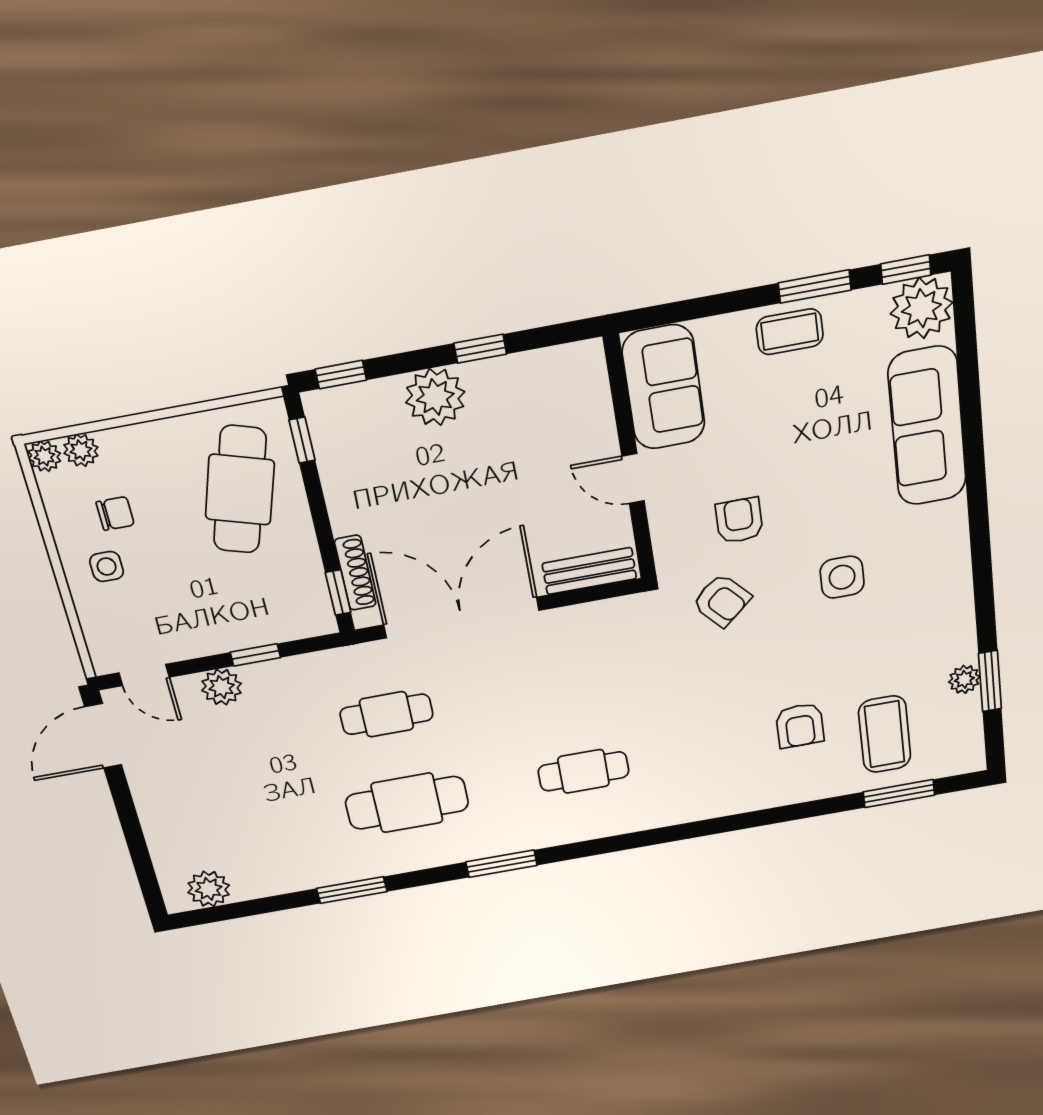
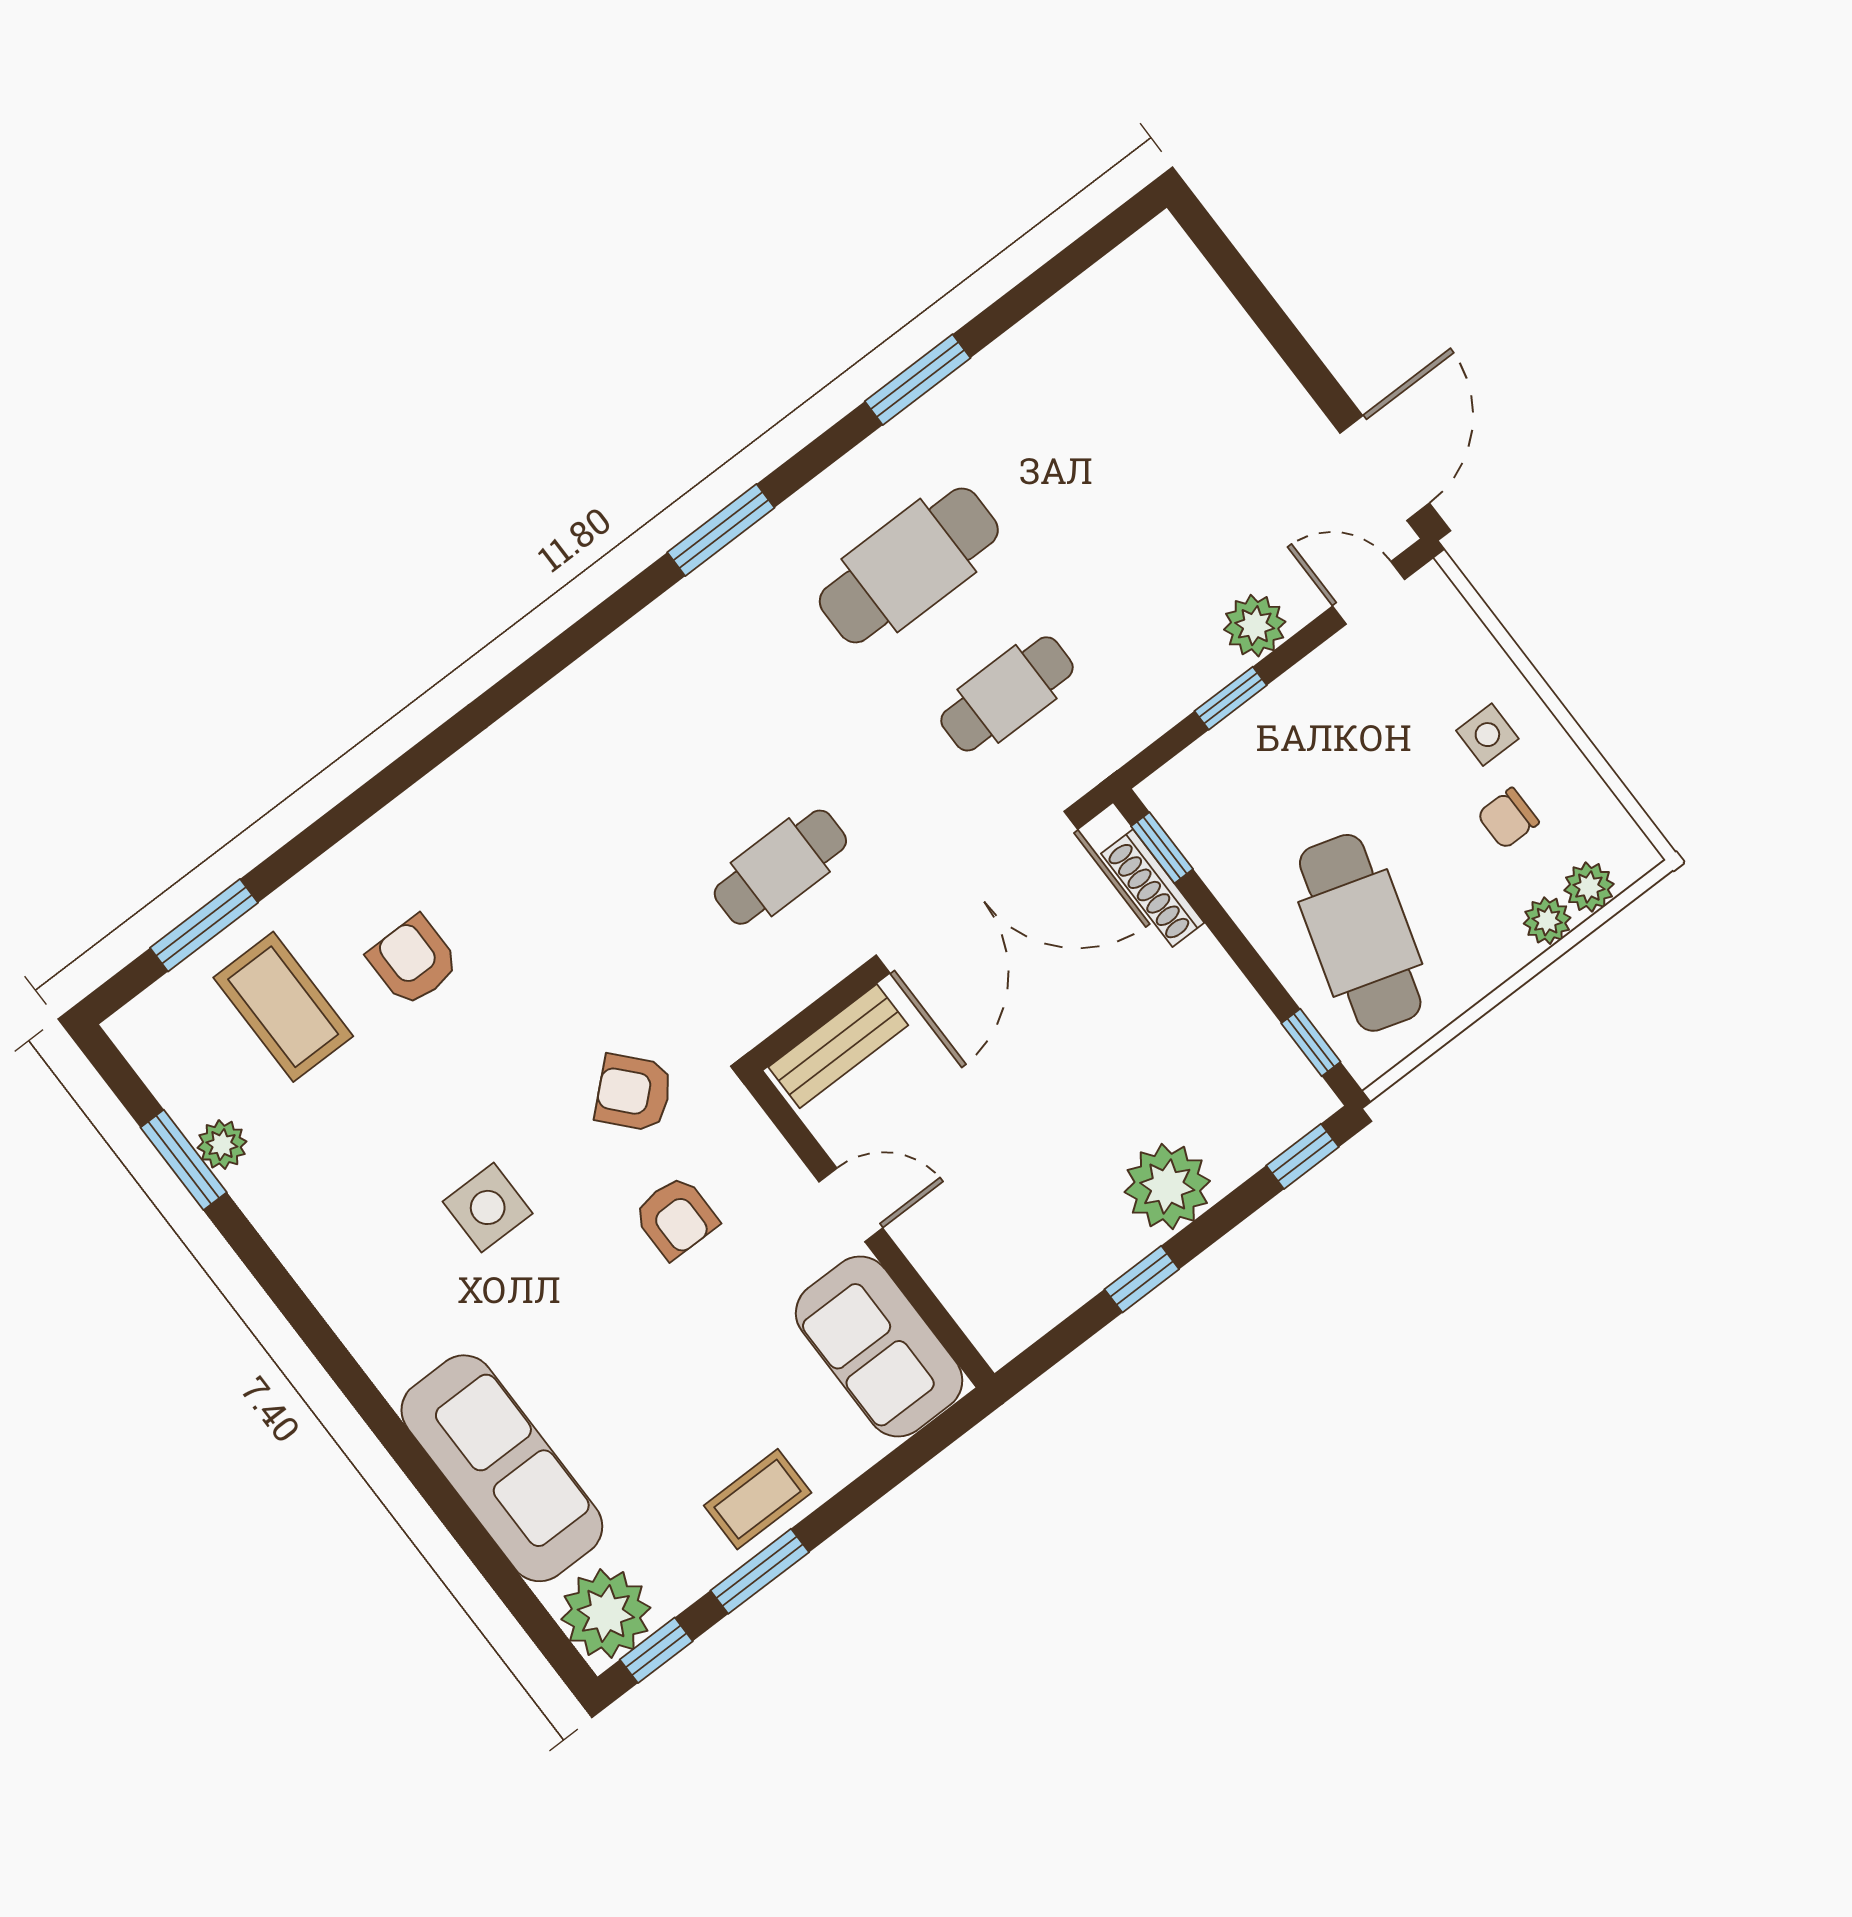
plant: (44, 456) -> (1547, 921), moved
cafe table: (584, 771) -> (780, 867), moved
plant: (209, 889) -> (1127, 282), removed

